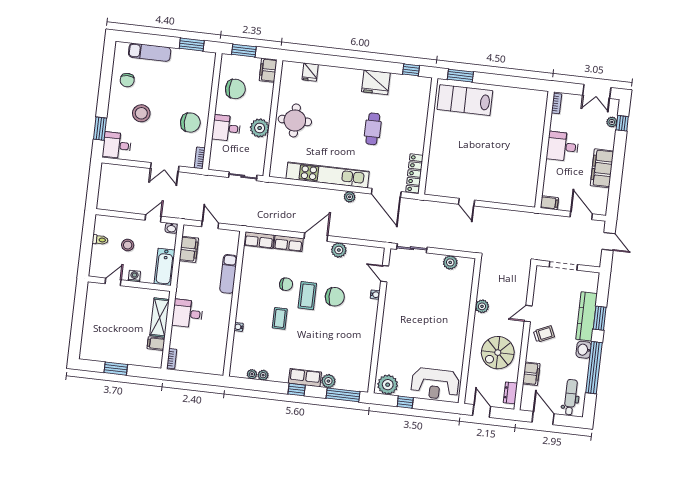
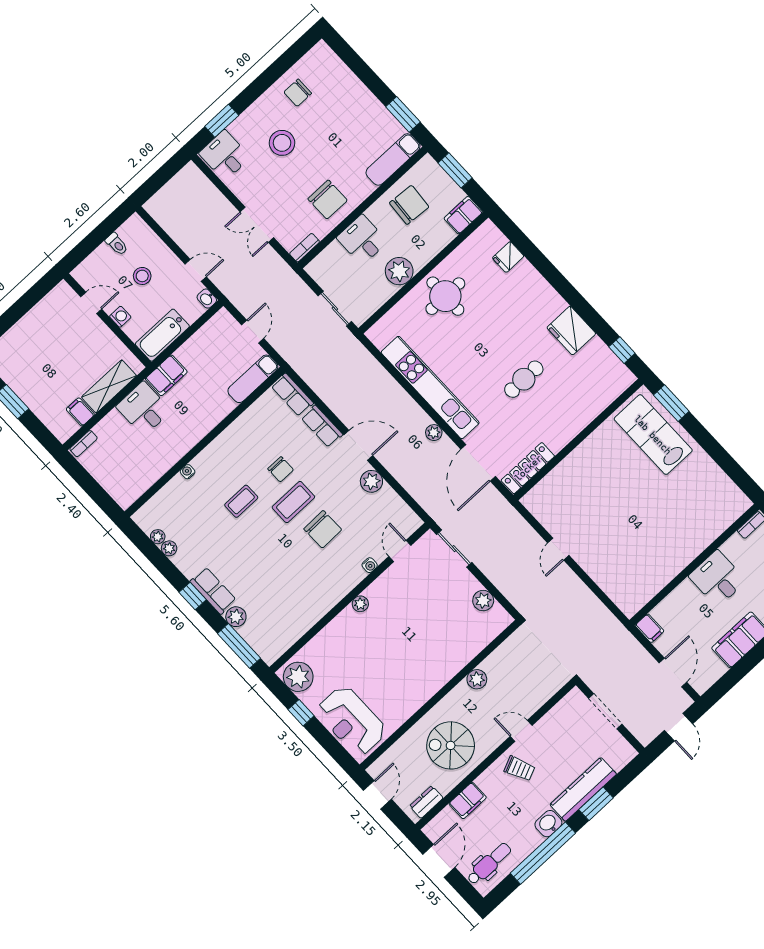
exam couch: (150, 52) -> (393, 159), moved, turned 90
chair: (235, 89) -> (409, 205), turned -86
filing cabinet: (189, 249) -> (166, 375), moved
exam couch: (228, 274) -> (253, 379), moved
plant: (388, 319) -> (360, 604), added

